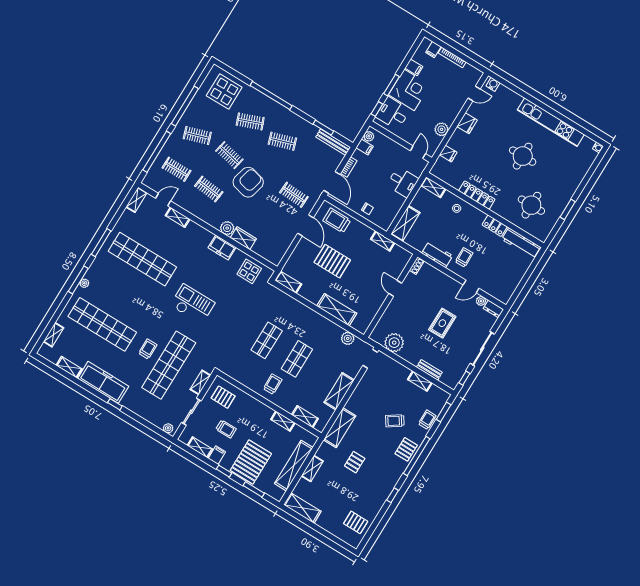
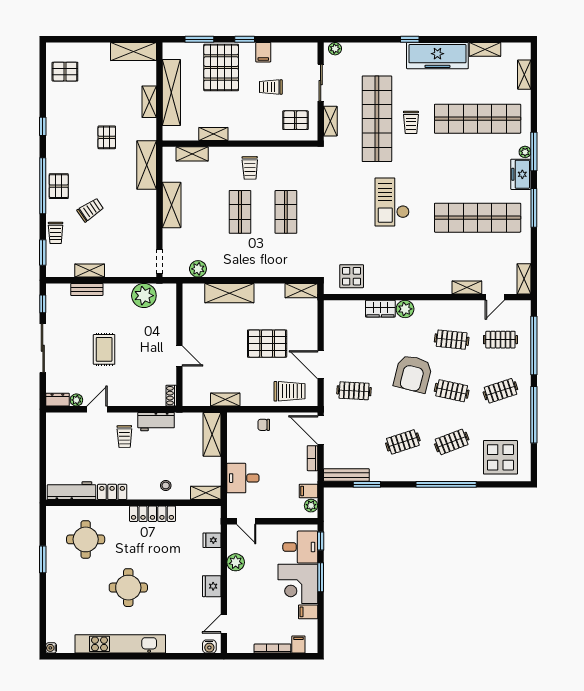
freezer: (222, 248) -> (521, 174), moved, turned -90
checkout: (192, 304) -> (392, 202), turned 90
shelving: (200, 447) -> (287, 49), removed

